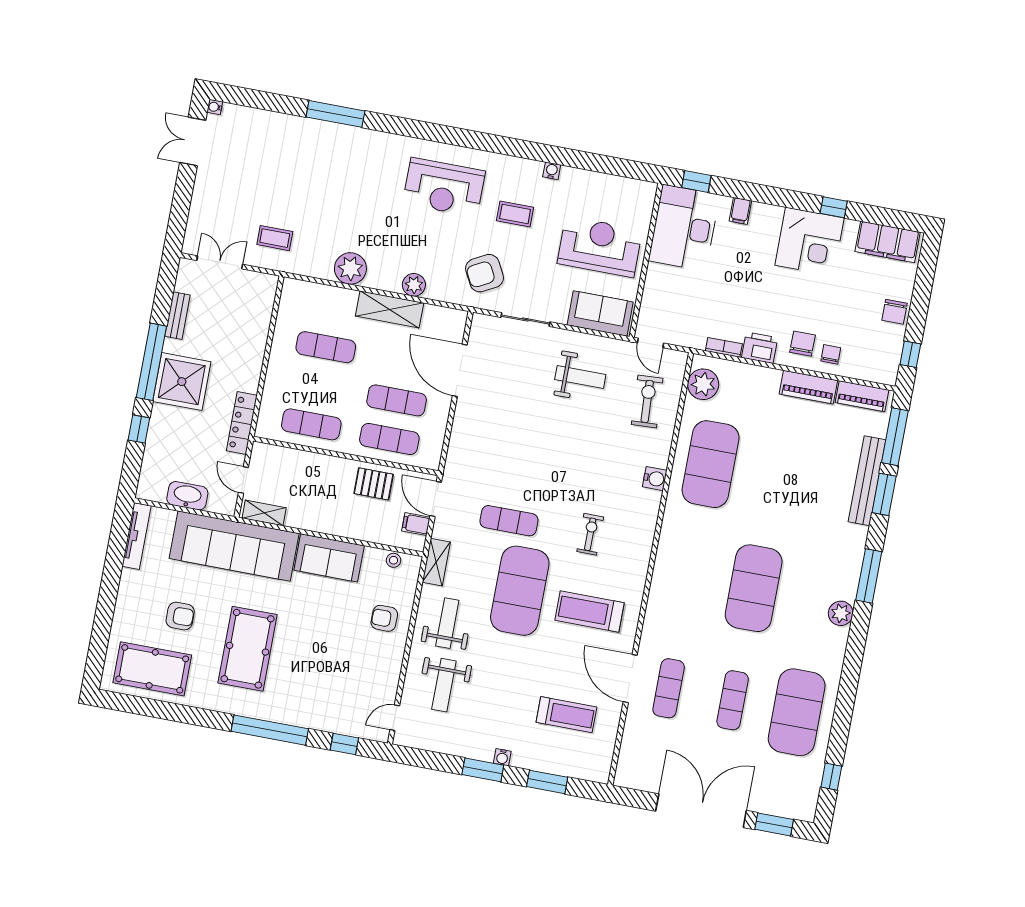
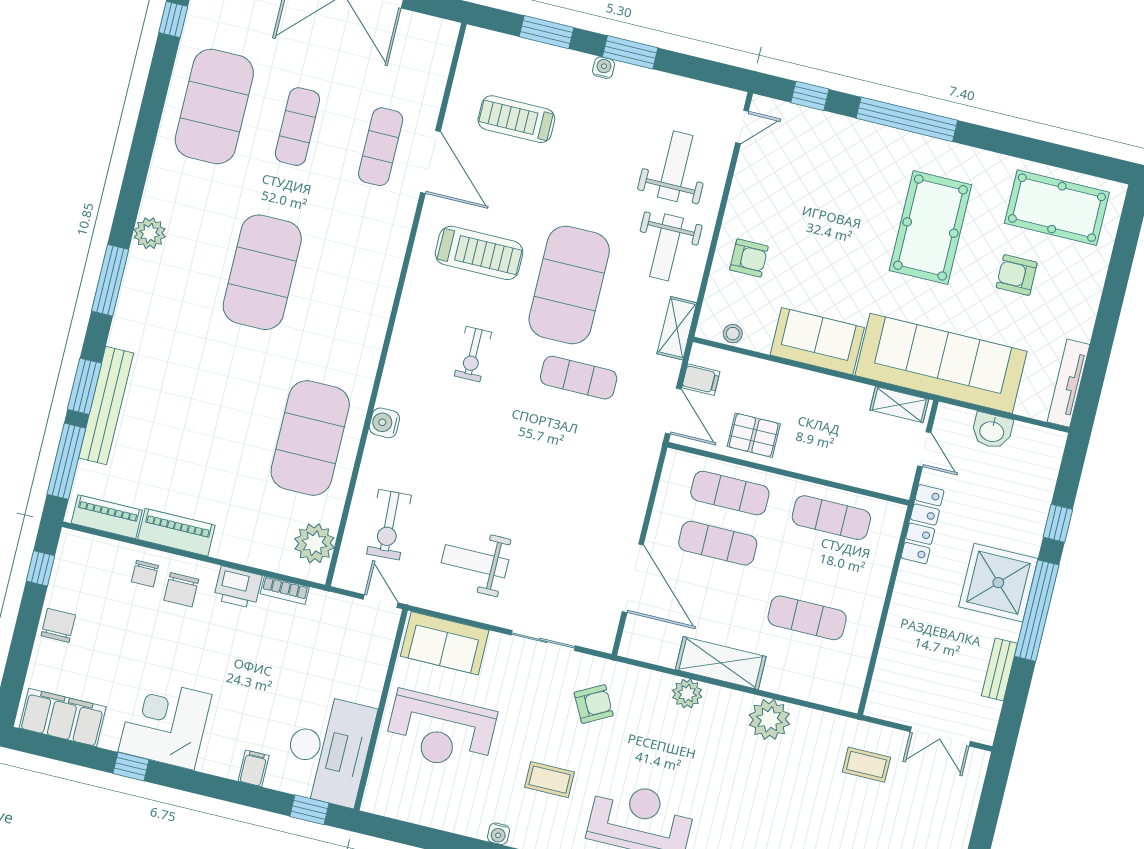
armchair: (485, 273) -> (594, 704), width x0.72, depth x0.72
washbasin: (187, 496) -> (992, 431), width x0.72

